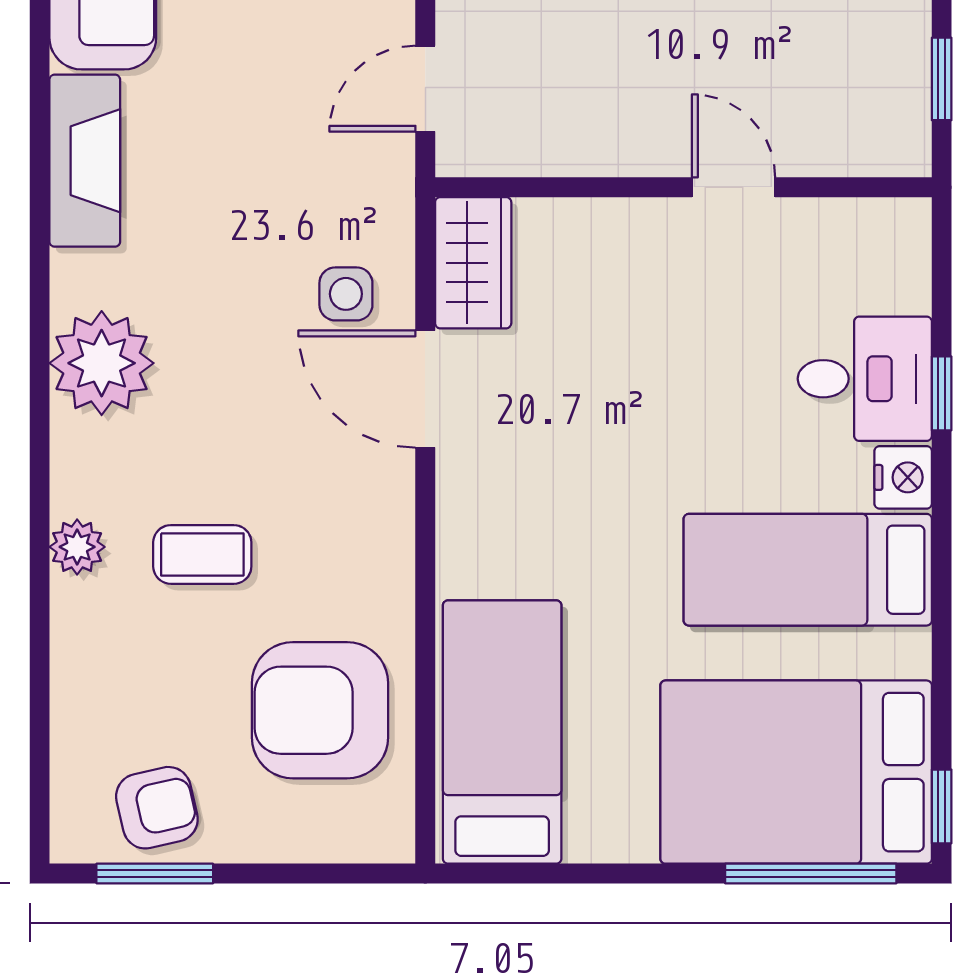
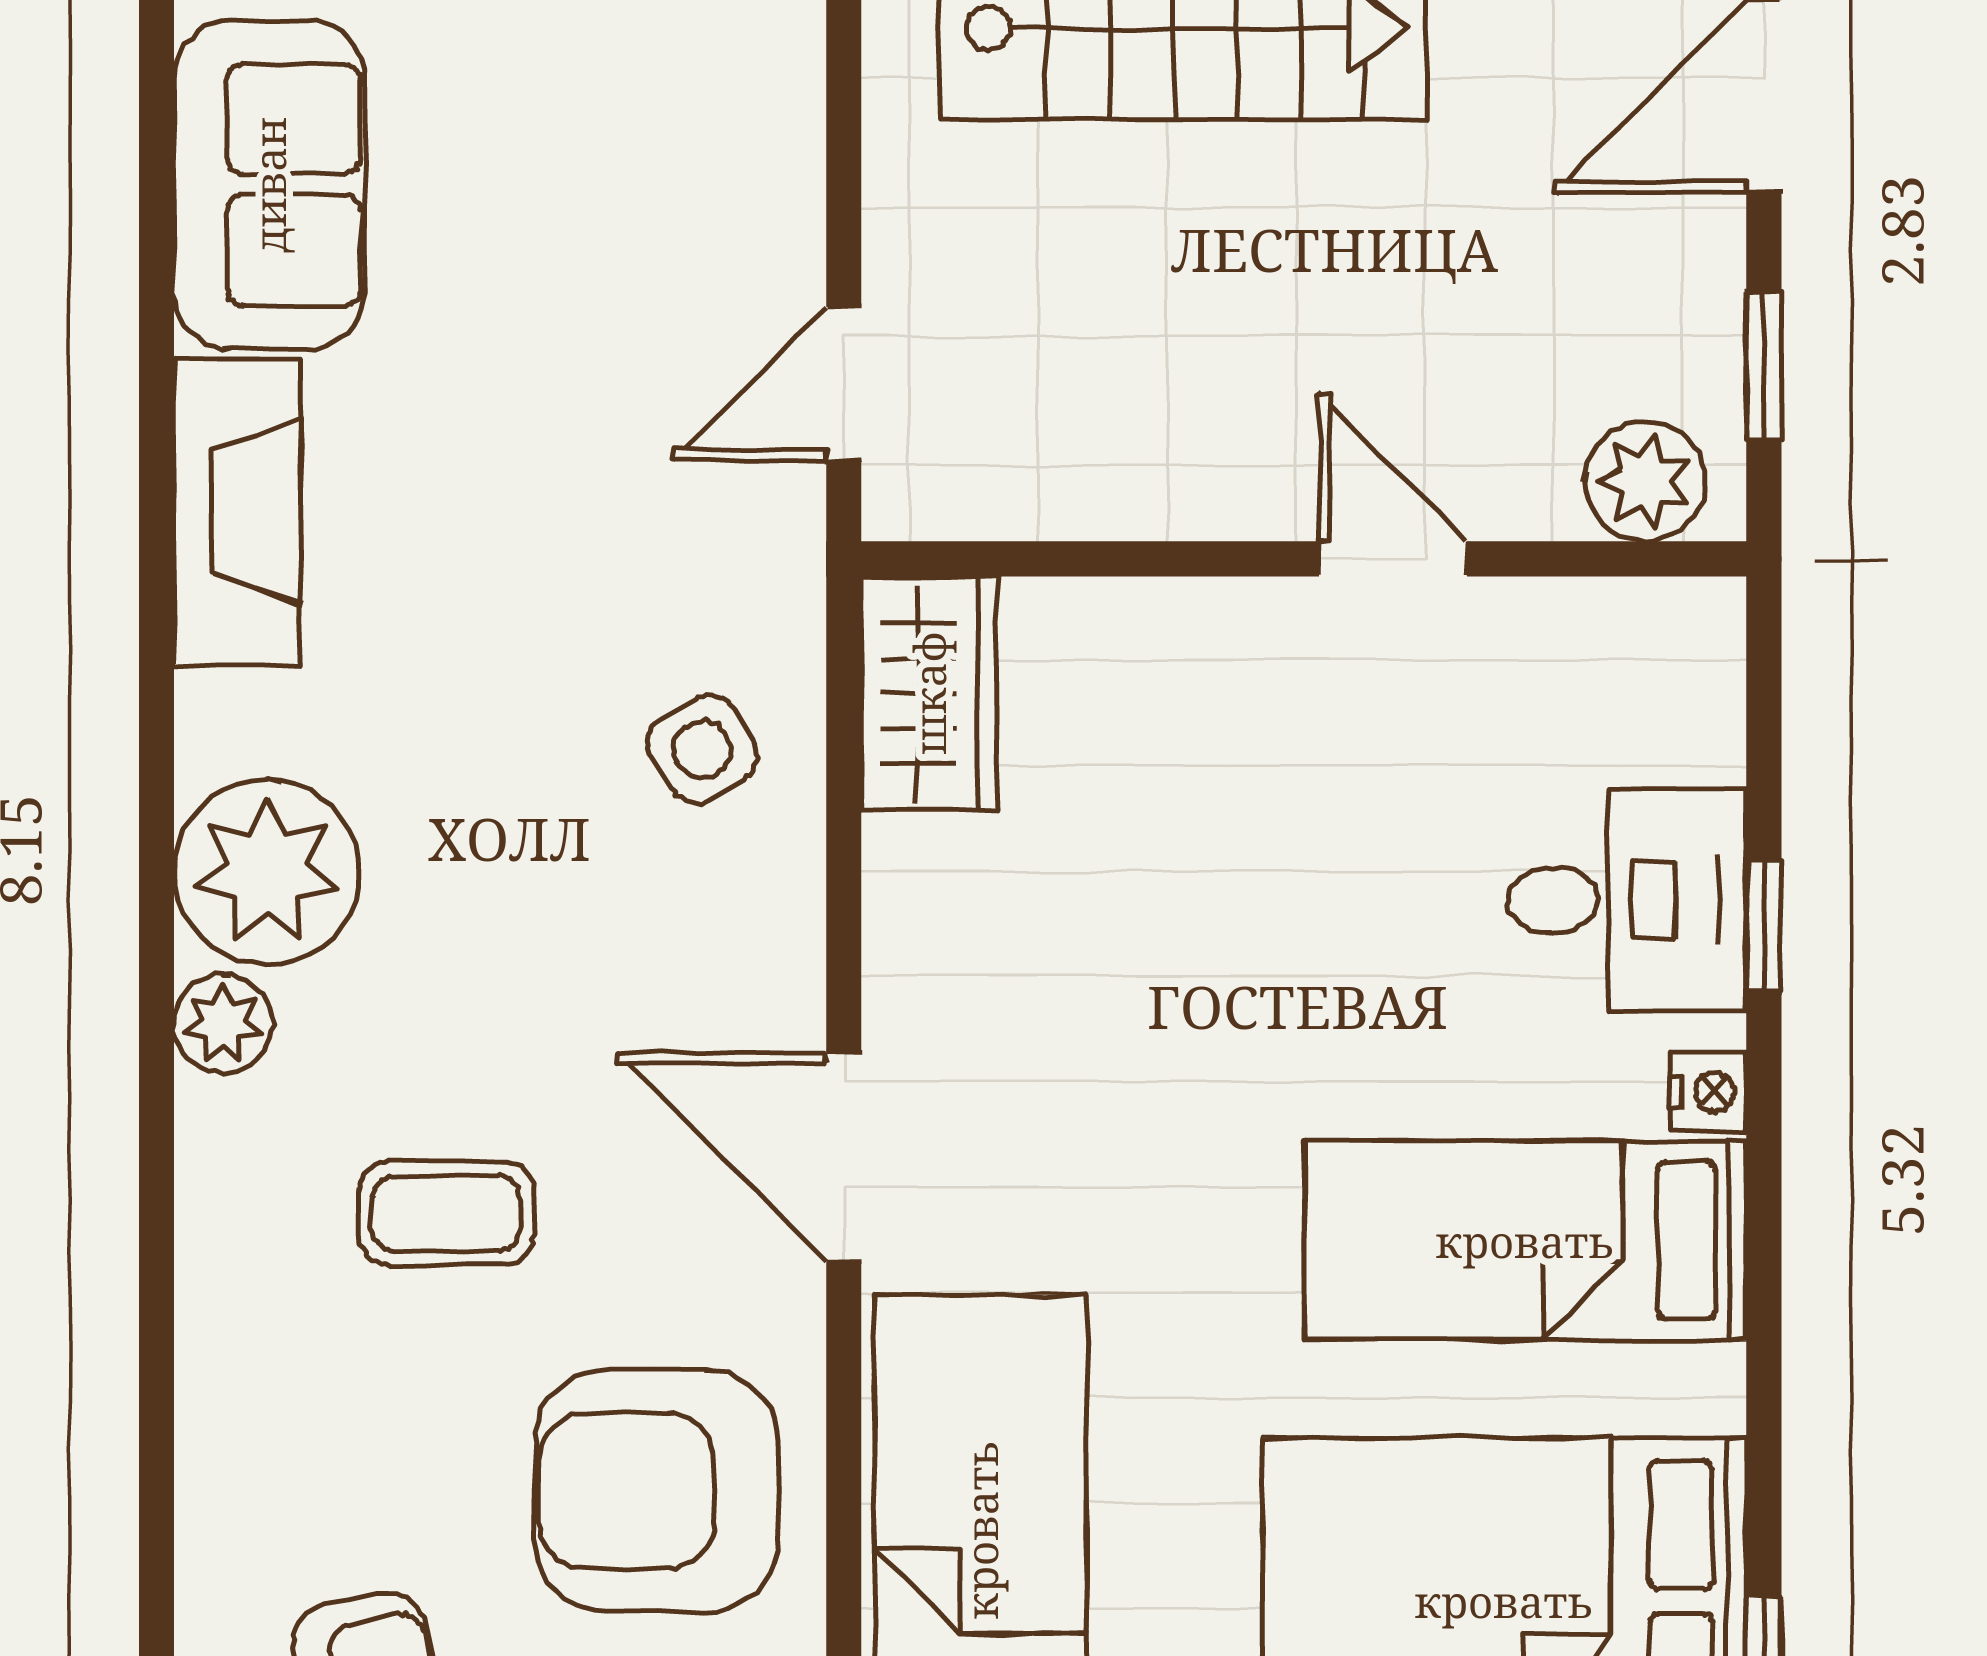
plant: (875, 144) -> (1645, 481), added
side table: (346, 294) -> (702, 749), turned -31
door: (425, 389) -> (844, 1157), moved
nightstand: (903, 477) -> (1709, 1092), width x0.72, depth x0.74
plant: (77, 547) -> (223, 1024), moved

